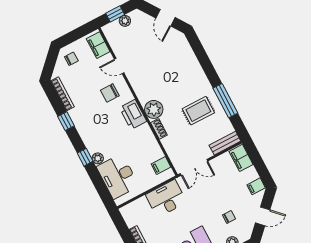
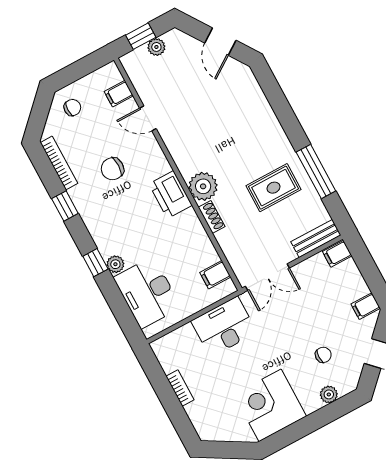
filing cabinet: (98, 45) -> (119, 94), width x0.50
chair: (110, 93) -> (112, 169), moved
filing cabinet: (241, 158) -> (337, 254), width x0.50

